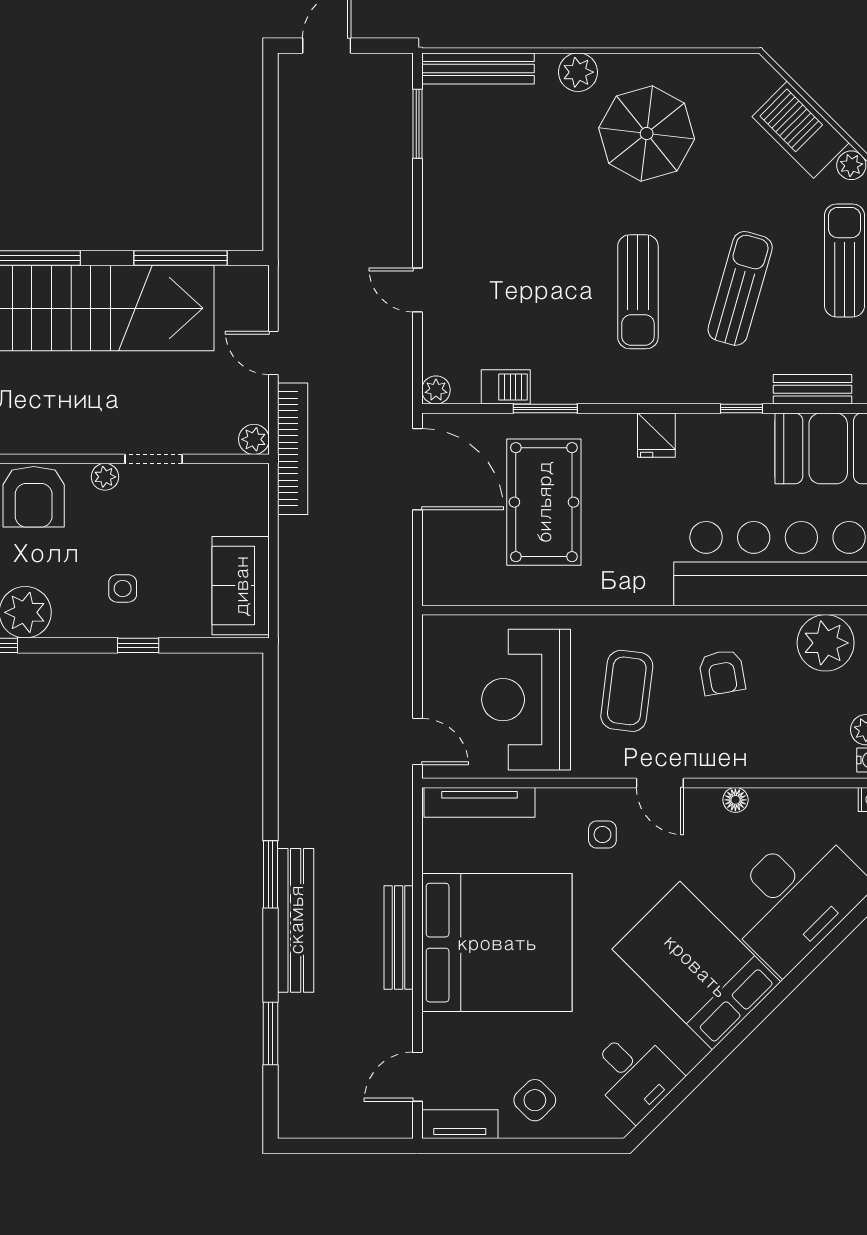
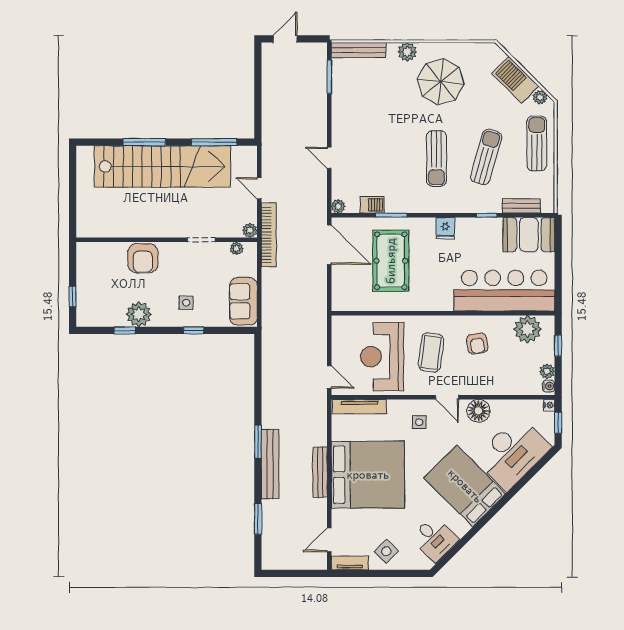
plant: (105, 477) -> (237, 248), moved
floor lamp: (735, 800) -> (478, 411), width x1.89, depth x1.89

